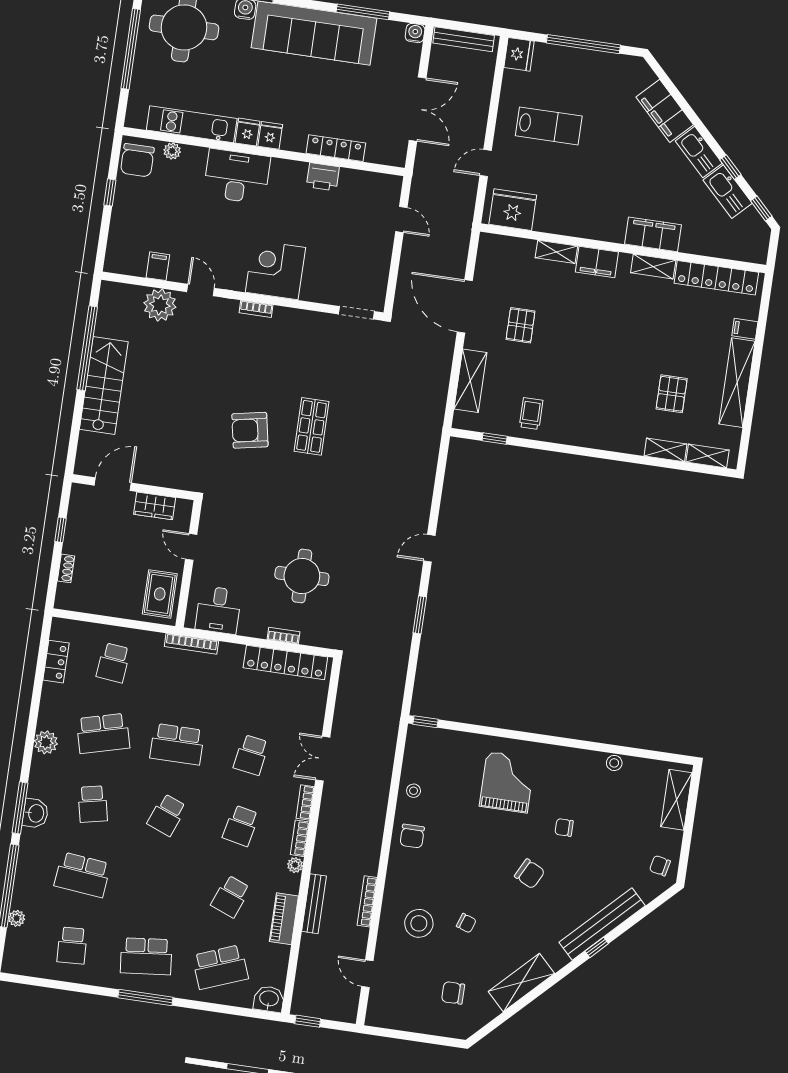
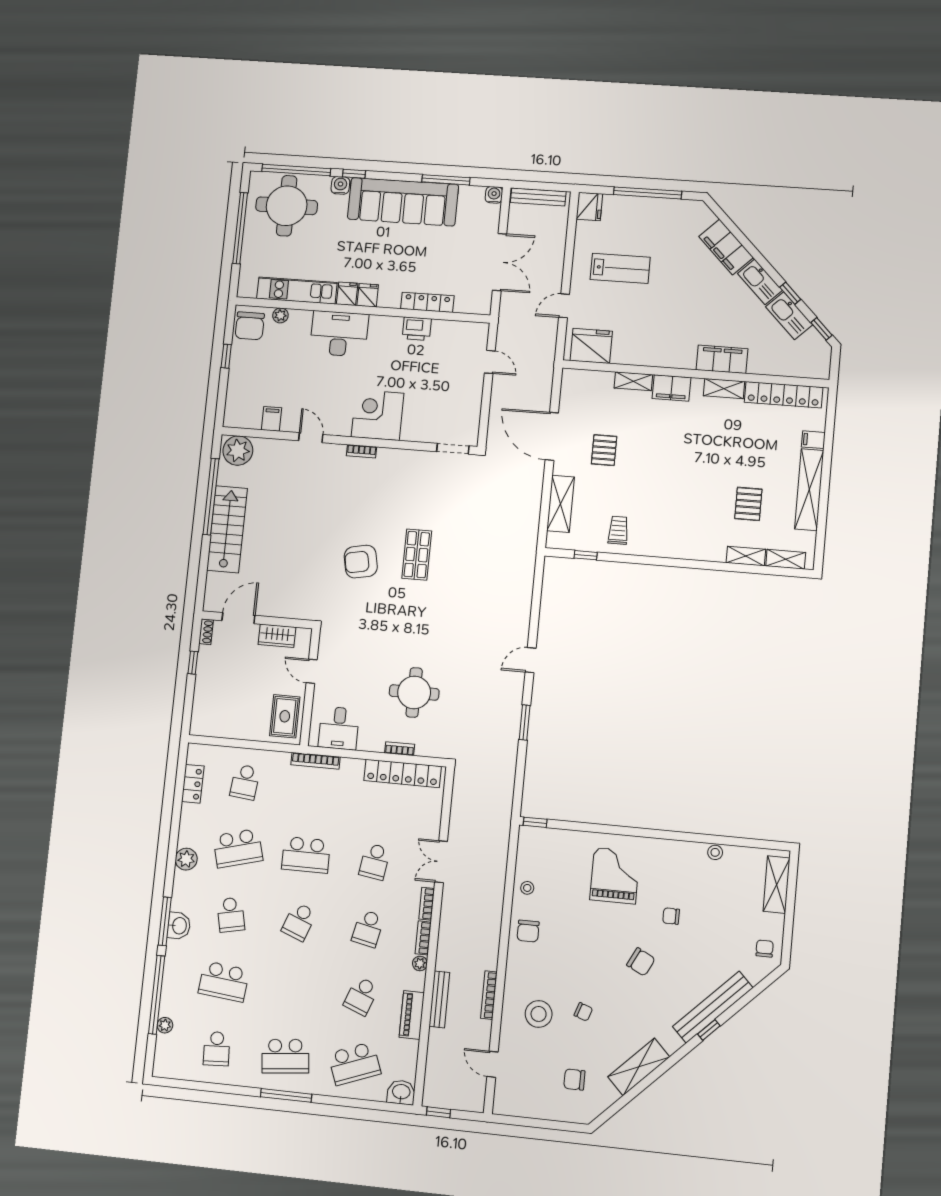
plant: (160, 305) -> (238, 451), moved
shoe rack: (66, 568) -> (206, 632), moved
chair: (660, 866) -> (765, 949), turned 78

